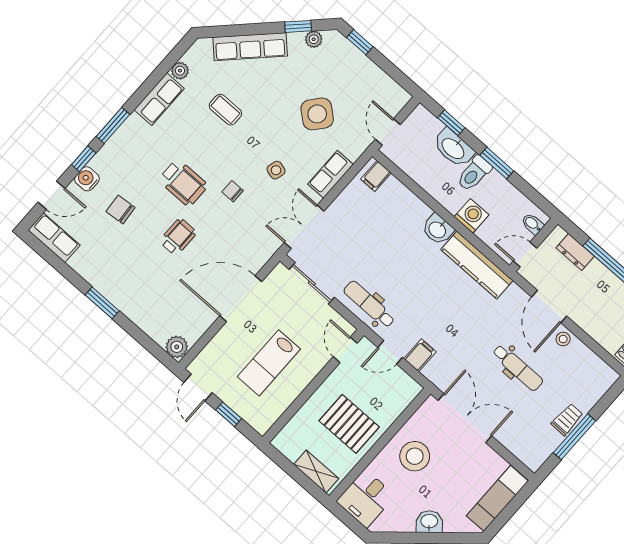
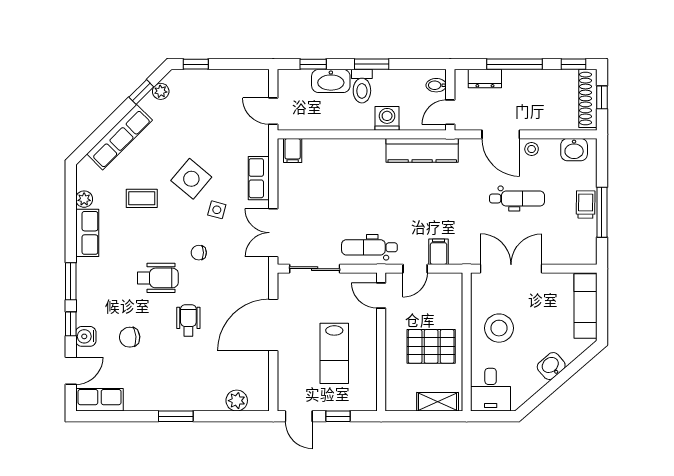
side table: (317, 114) -> (191, 179), moved
washbasin: (438, 229) -> (574, 150), moved
plant: (177, 347) -> (237, 401), moved

